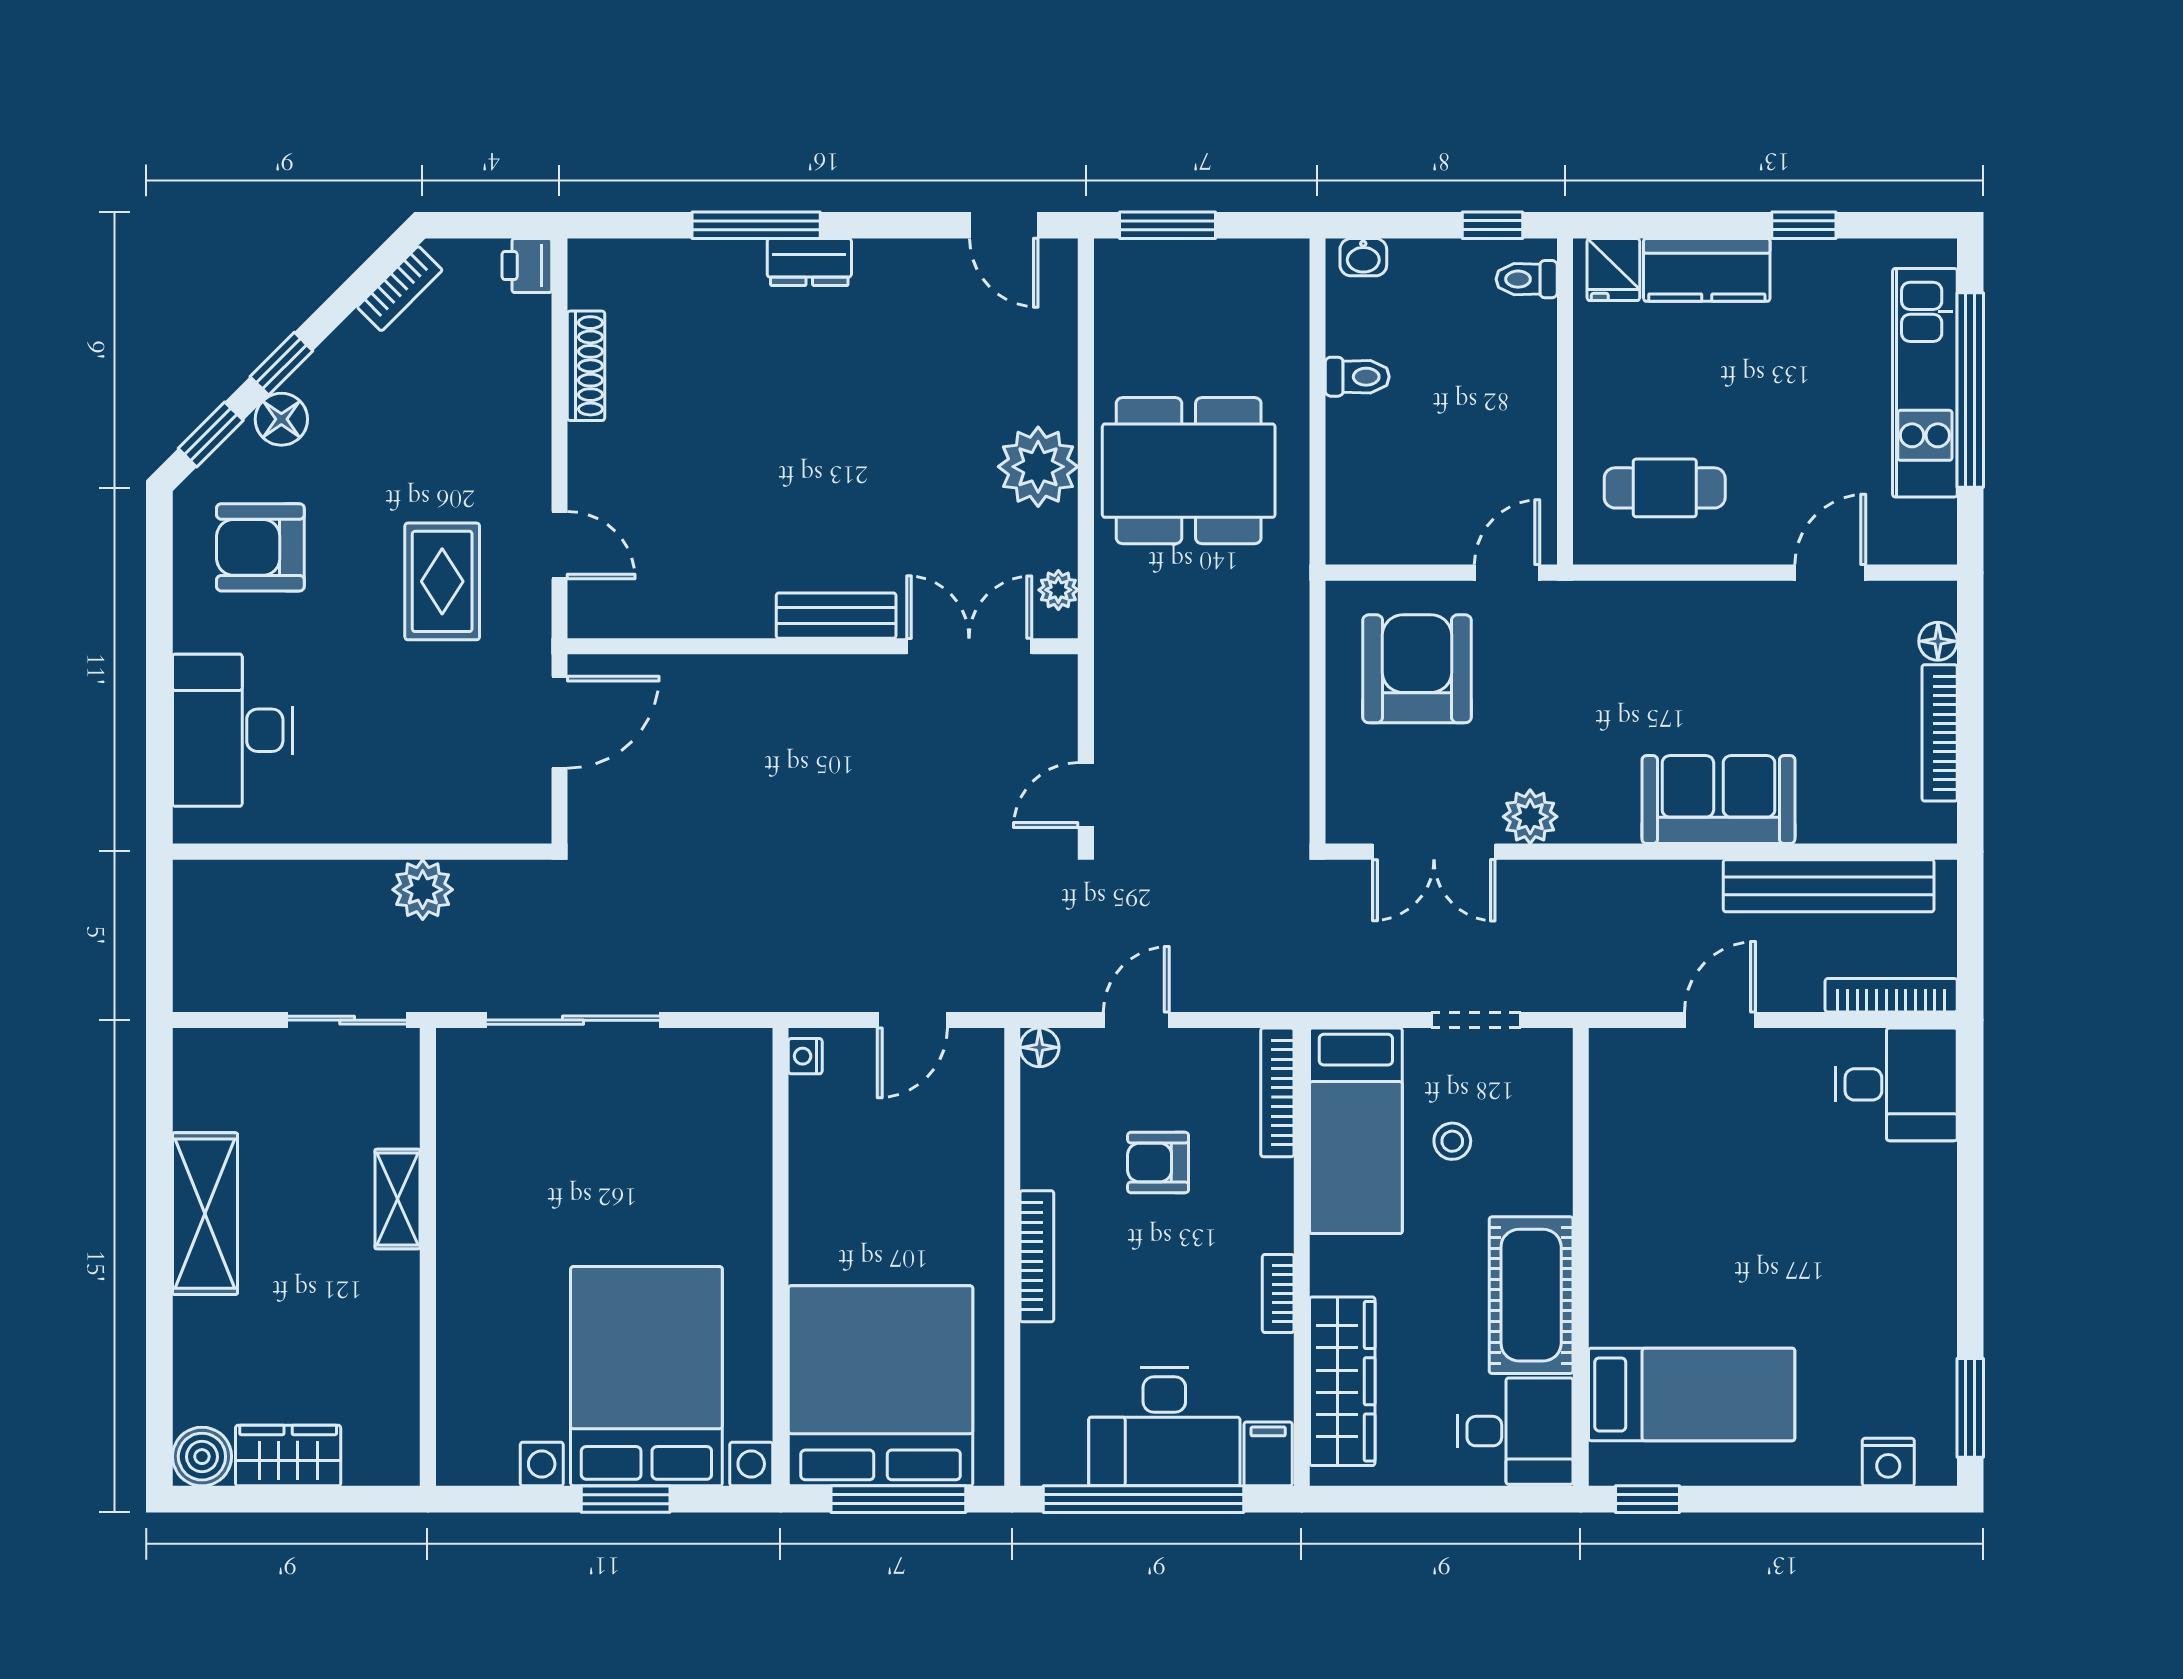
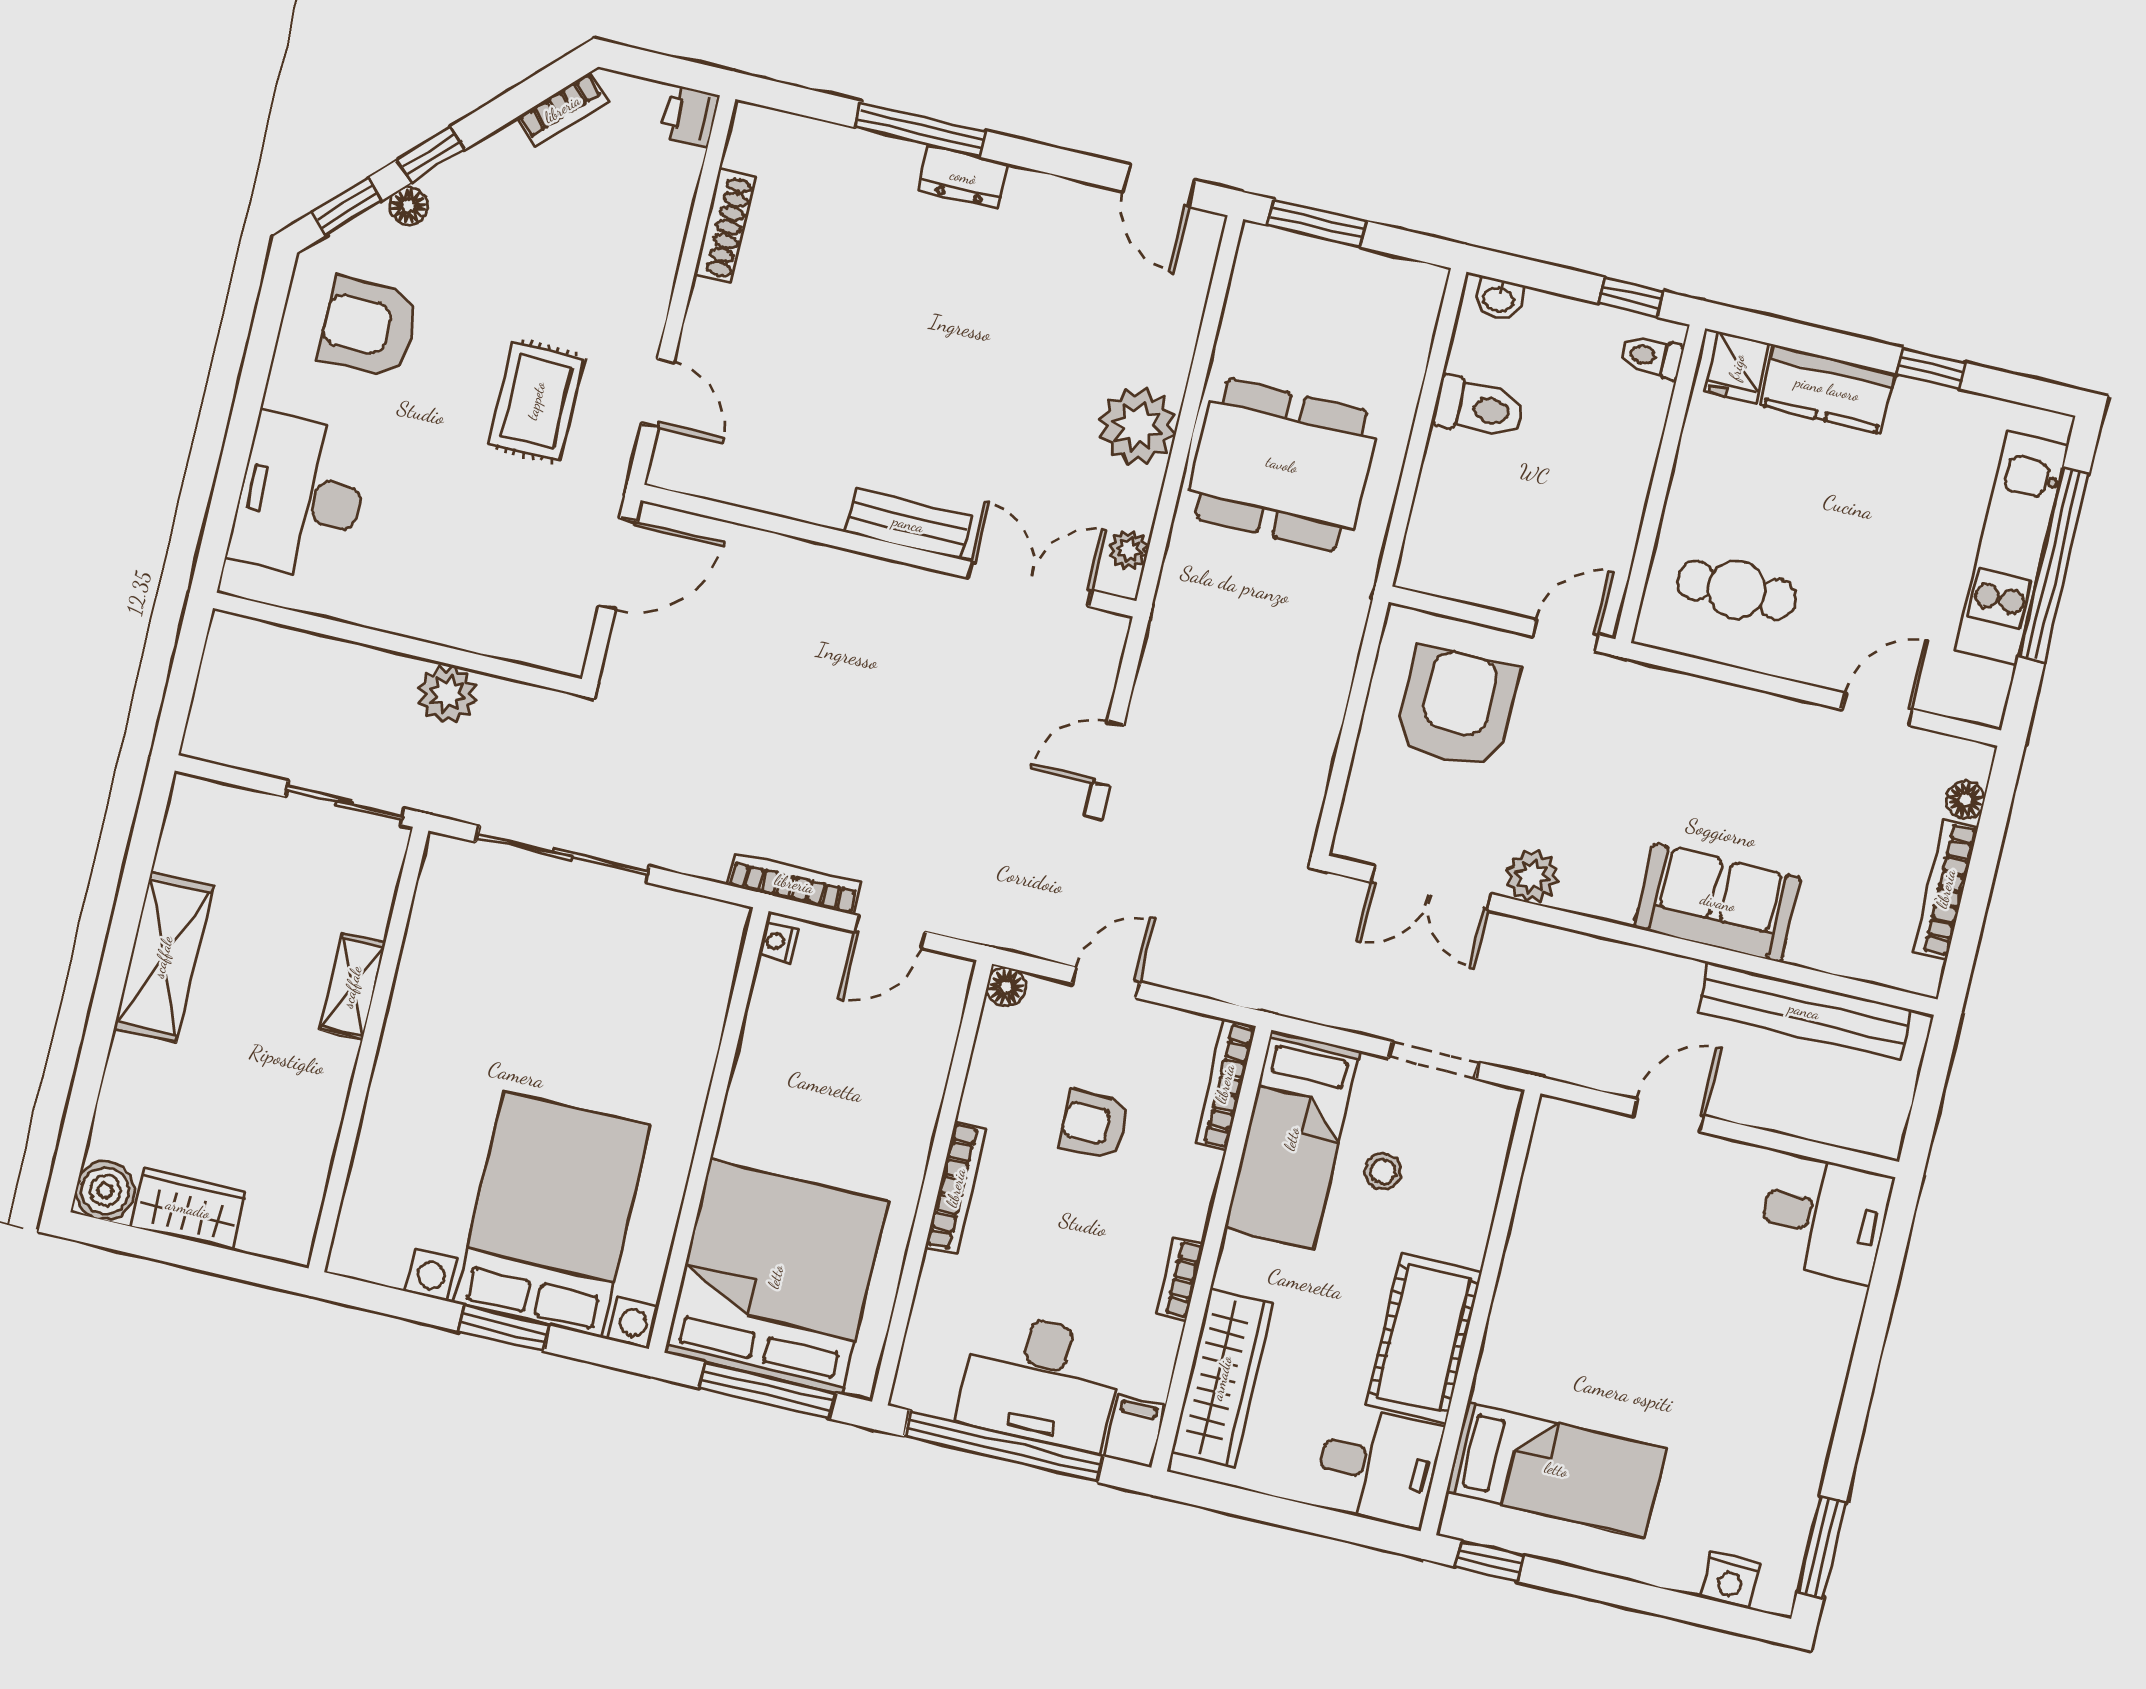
toilet: (1357, 377) -> (1479, 408), width x1.37, depth x1.39
floor lamp: (281, 419) -> (409, 206), width x0.73, depth x0.73
bookcase: (1891, 995) -> (794, 884), moved

